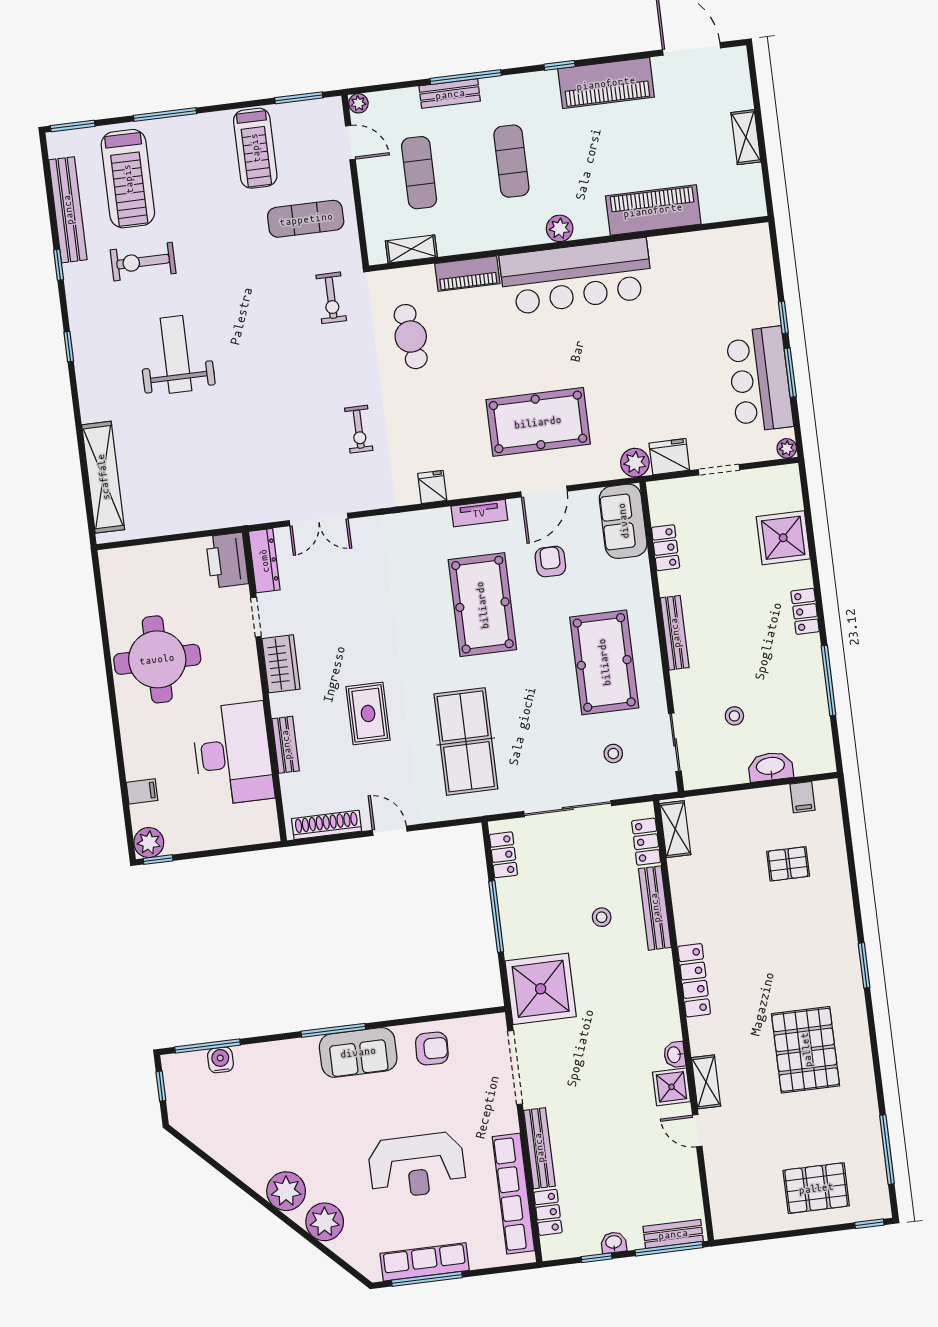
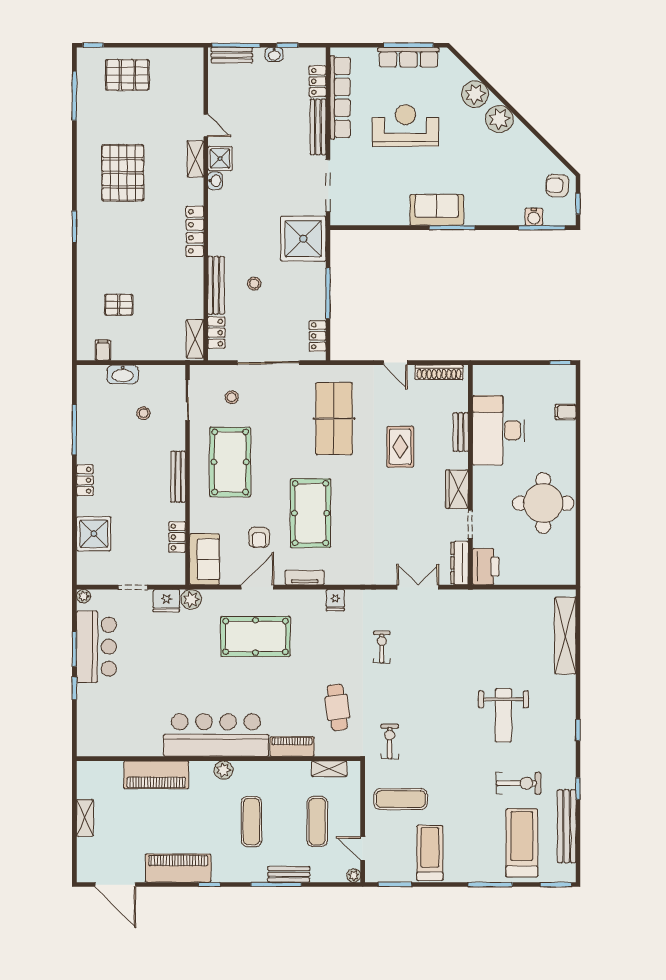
plant: (149, 843) -> (565, 375), removed
armchair: (432, 1048) -> (557, 186), moved

